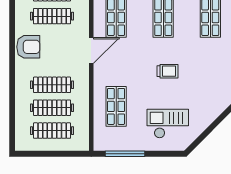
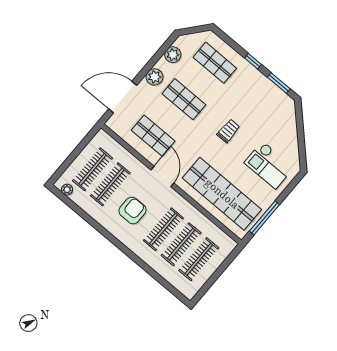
armchair: (28, 47) -> (132, 210), moved
shop shelf: (116, 106) -> (222, 194), width x2.00, depth x1.36
checkout: (168, 124) -> (269, 165), turned -90

